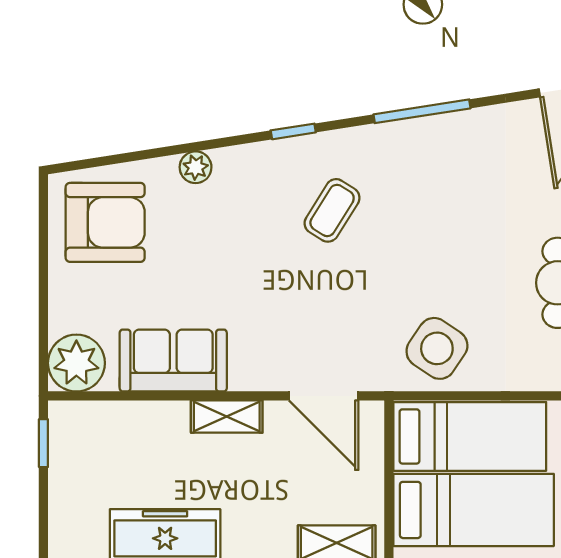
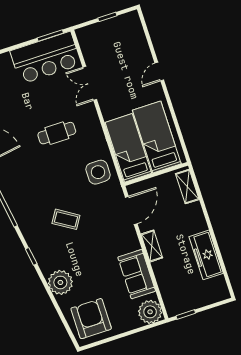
plant: (196, 167) -> (60, 282), width x1.87, depth x1.87
coffee table: (332, 210) -> (66, 219), moved
side table: (437, 348) -> (98, 172), turned -34

